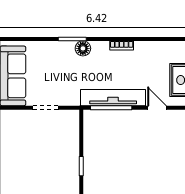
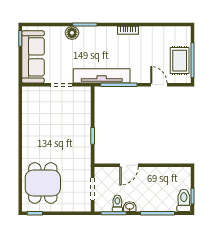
floor lamp: (83, 48) -> (72, 33), moved
tv unit: (113, 98) -> (102, 76), moved

